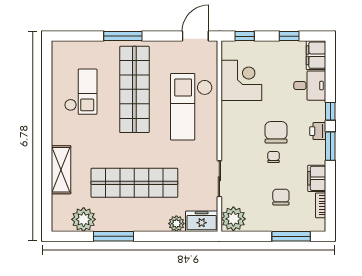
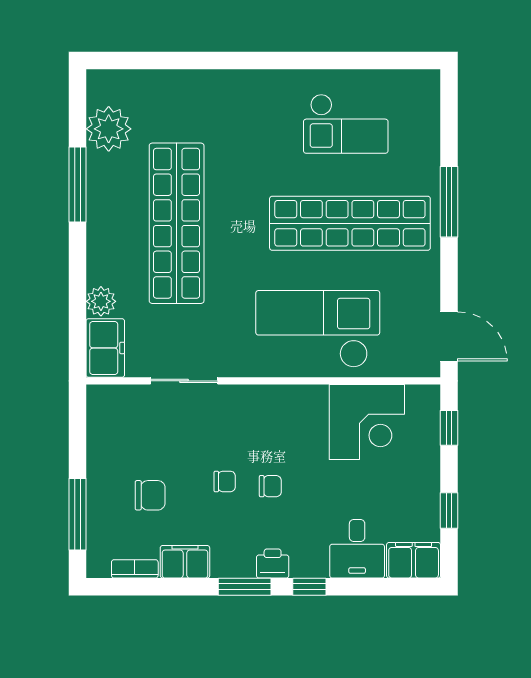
chair: (276, 132) -> (270, 486), width x0.54, depth x0.54
shelving: (61, 170) -> (201, 87), removed
plant: (233, 219) -> (110, 407), removed

